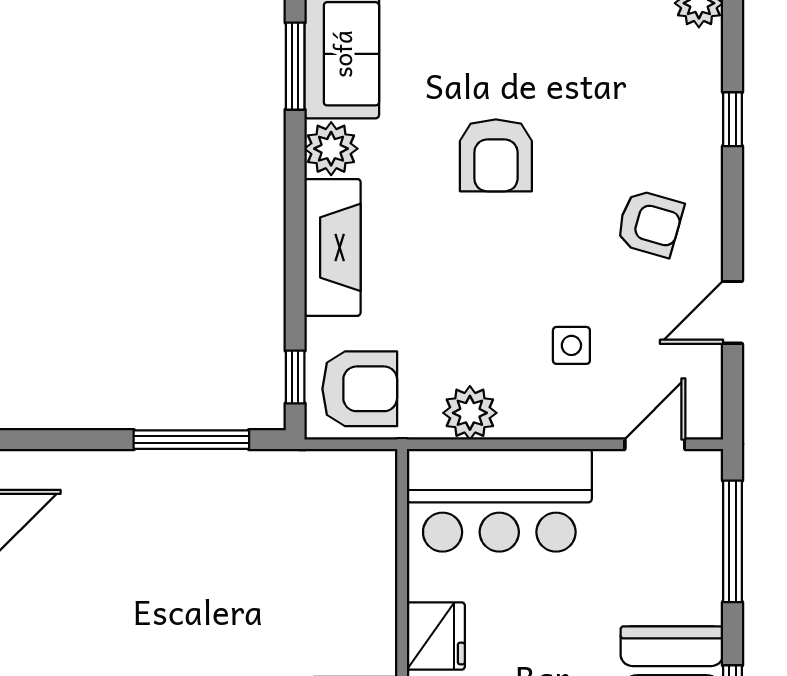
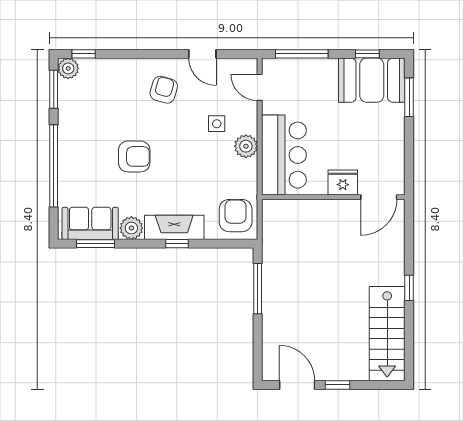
window: (733, 119) -> (84, 54), moved
window: (295, 377) -> (177, 244), moved
plant: (470, 413) -> (246, 146), moved

